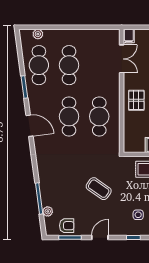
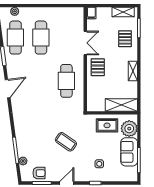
double door: (122, 59) -> (85, 43), moved
cafe table: (69, 116) -> (41, 81), removed
door: (29, 126) -> (8, 89), hinge flipped

